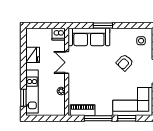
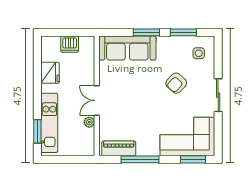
window: (130, 26) -> (183, 32), added
dishwasher: (59, 34) -> (70, 44), moved
double door: (67, 62) -> (97, 100), moved
window: (127, 118) -> (193, 159), moved

